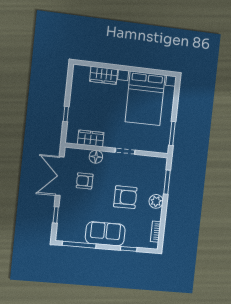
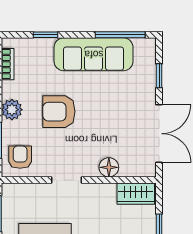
wardrobe: (91, 138) -> (136, 194), moved
armchair: (85, 181) -> (20, 157), moved, turned -90
sofa: (105, 234) -> (94, 54), width x1.36

